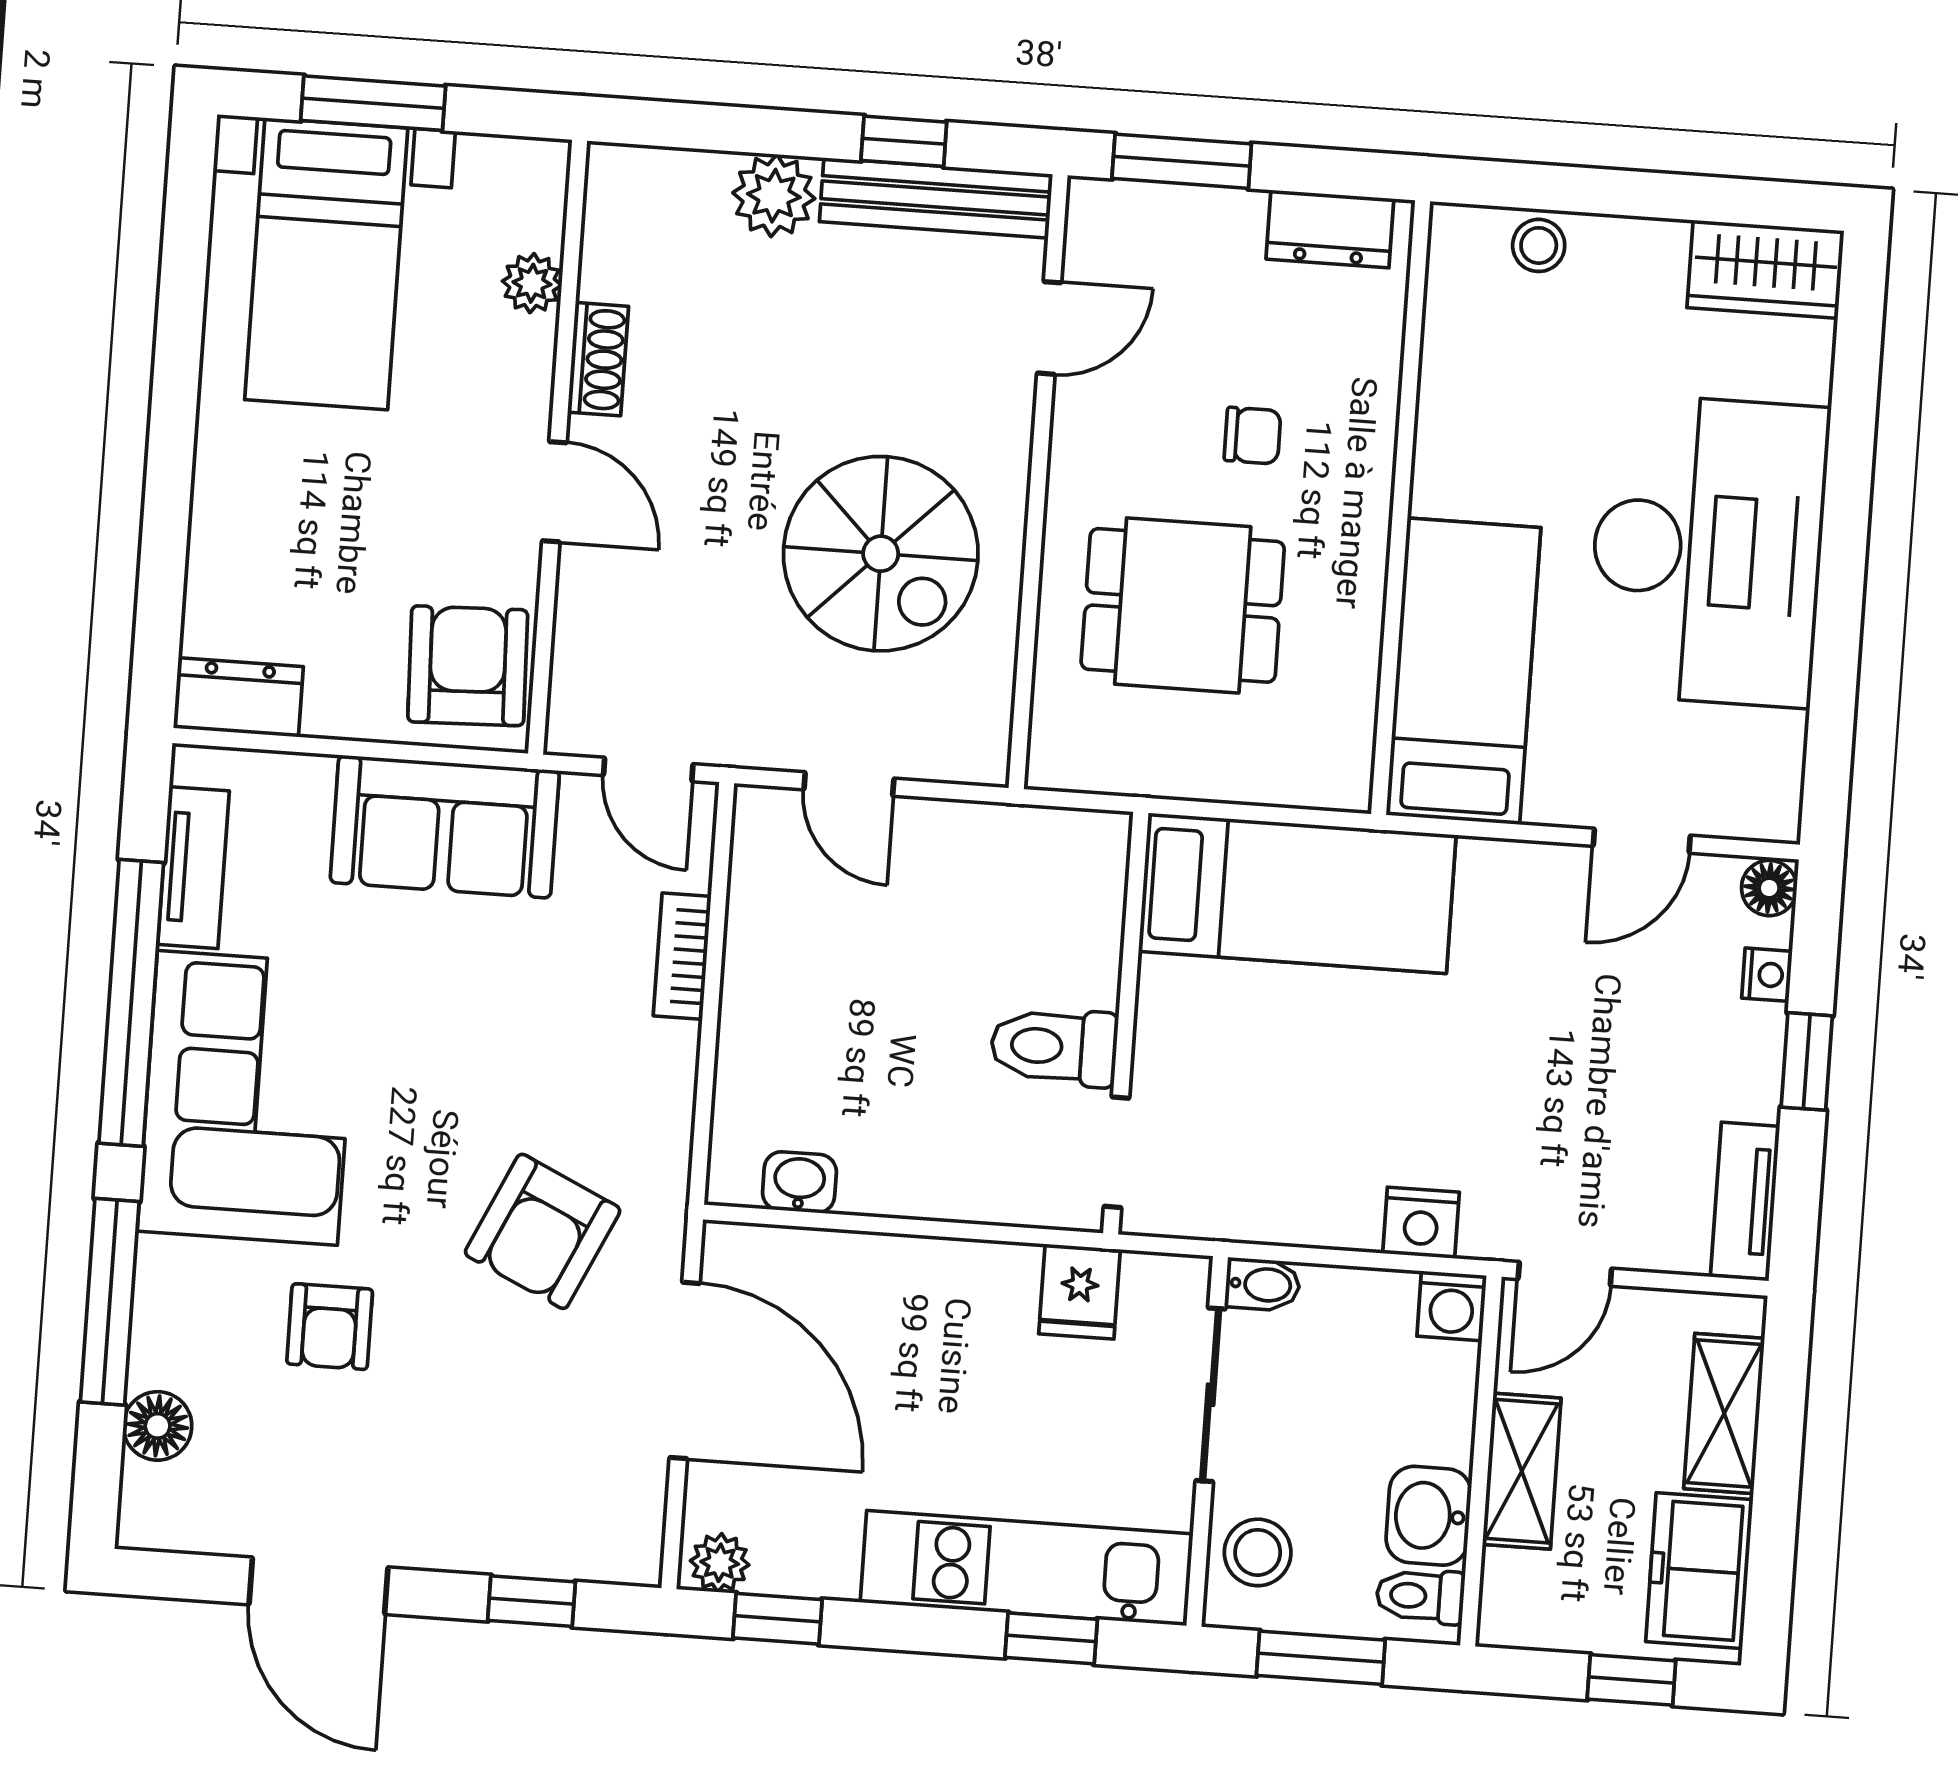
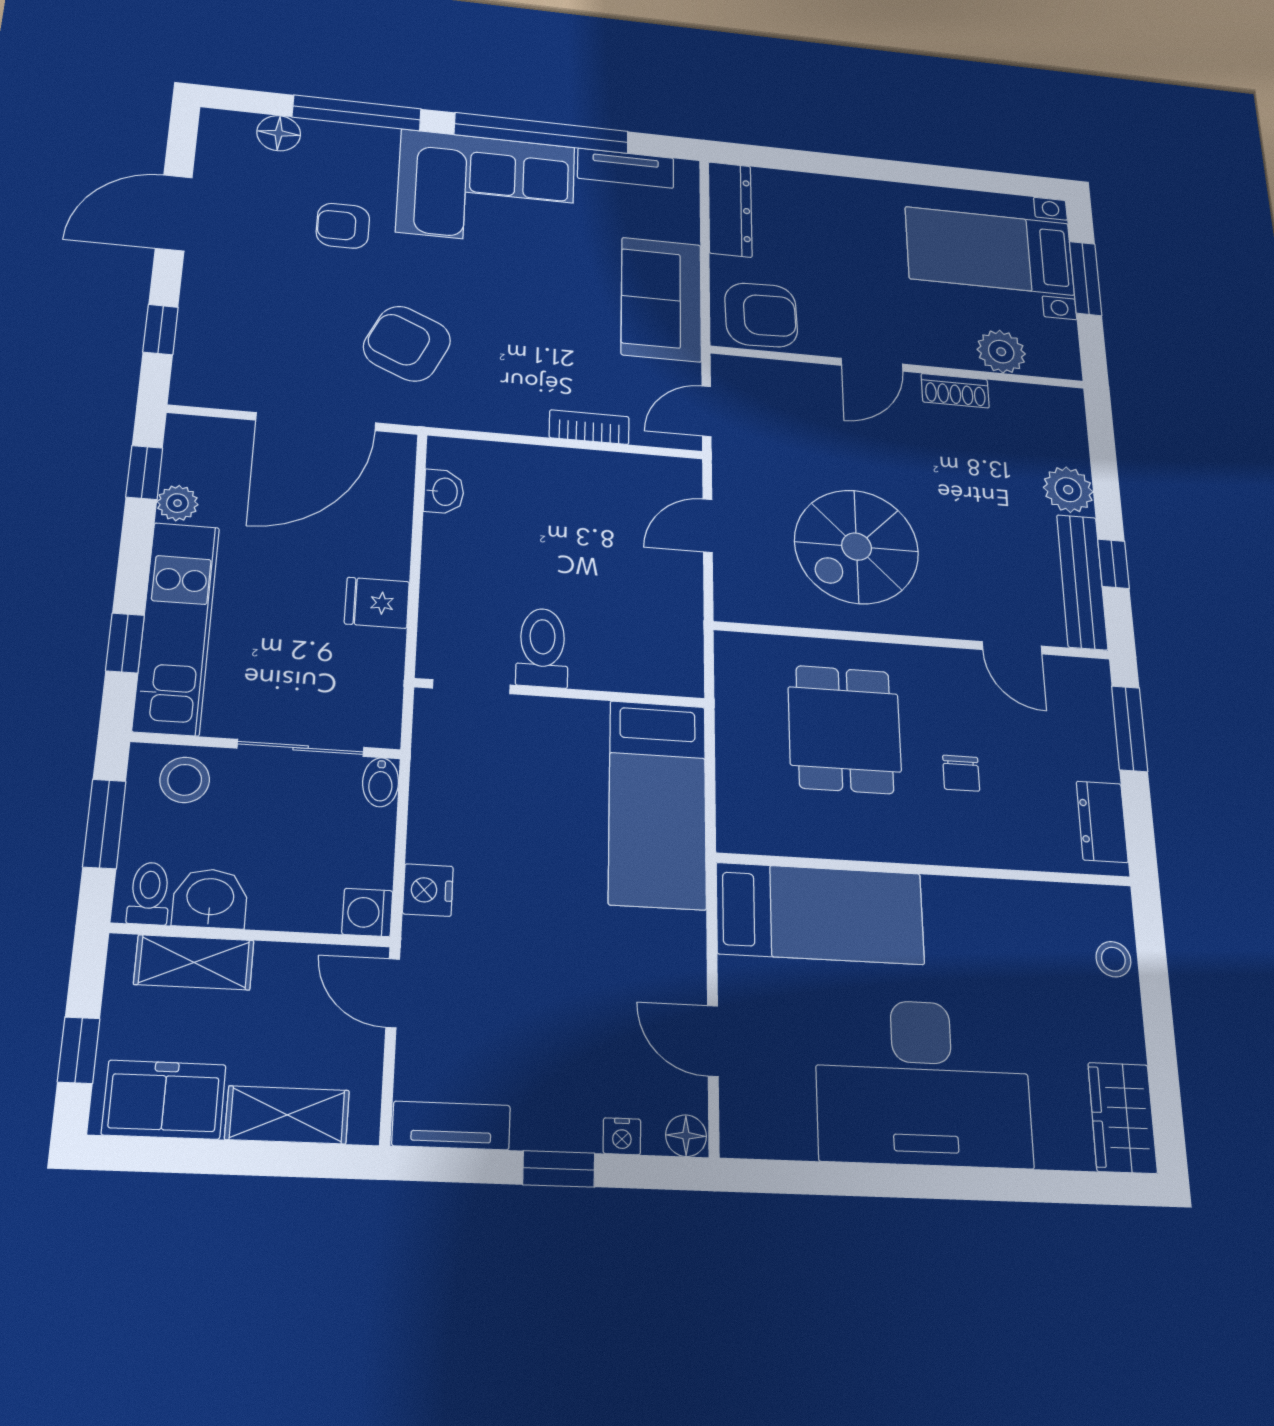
plant: (532, 283) -> (1001, 352), width x1.38, depth x1.38
dresser: (238, 697) -> (730, 209), width x1.44
fridge: (1079, 1292) -> (377, 603), moved
shelving: (1522, 1471) -> (194, 962), moved
plant: (720, 1563) -> (177, 503), moved

